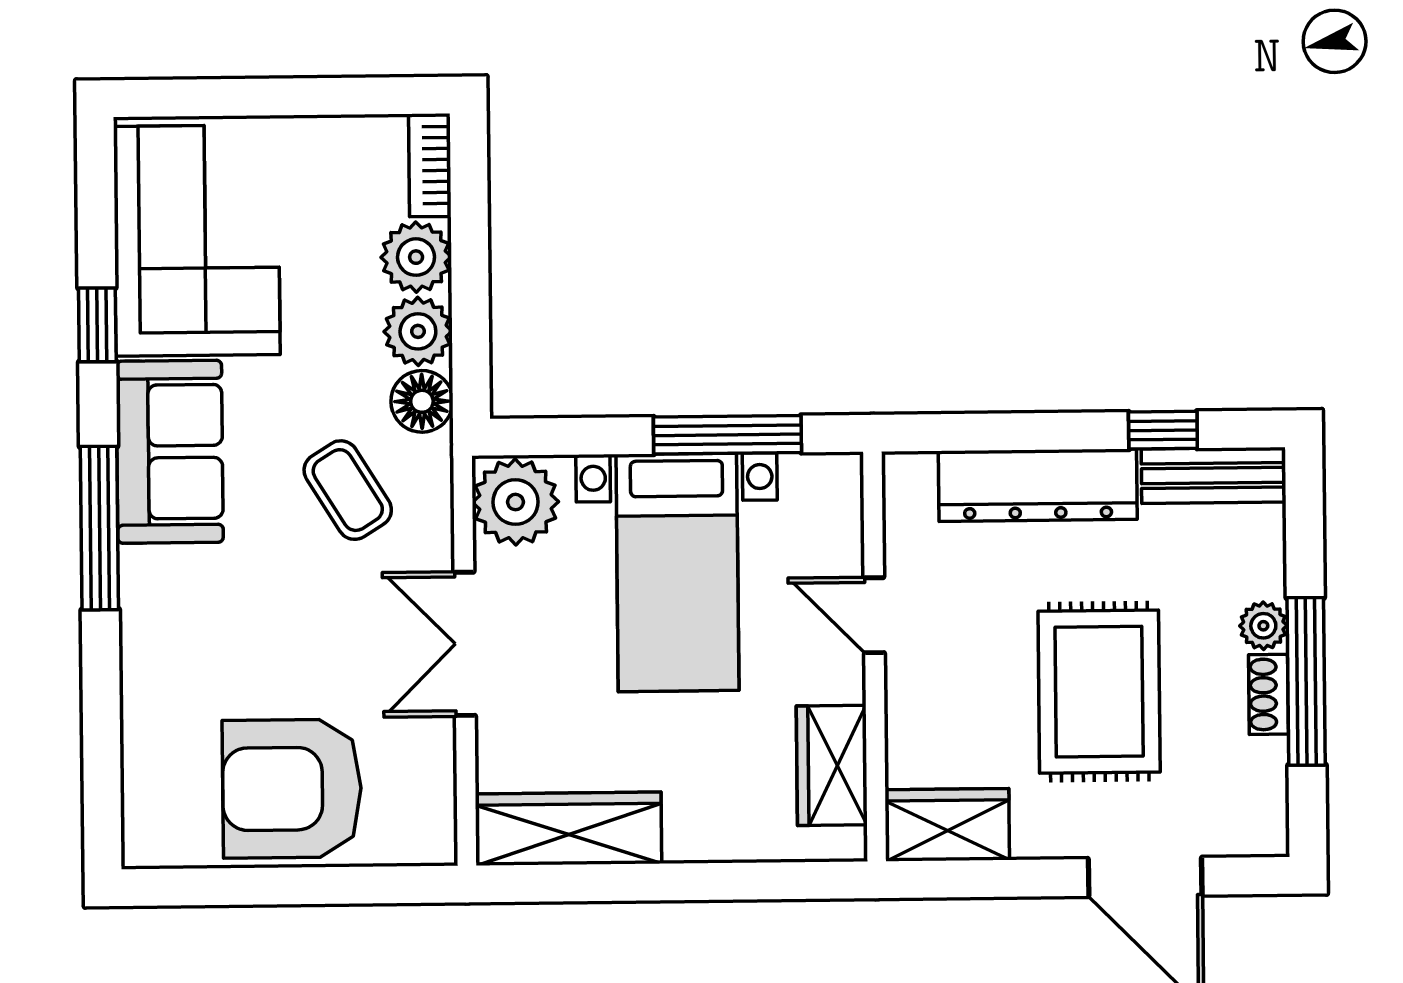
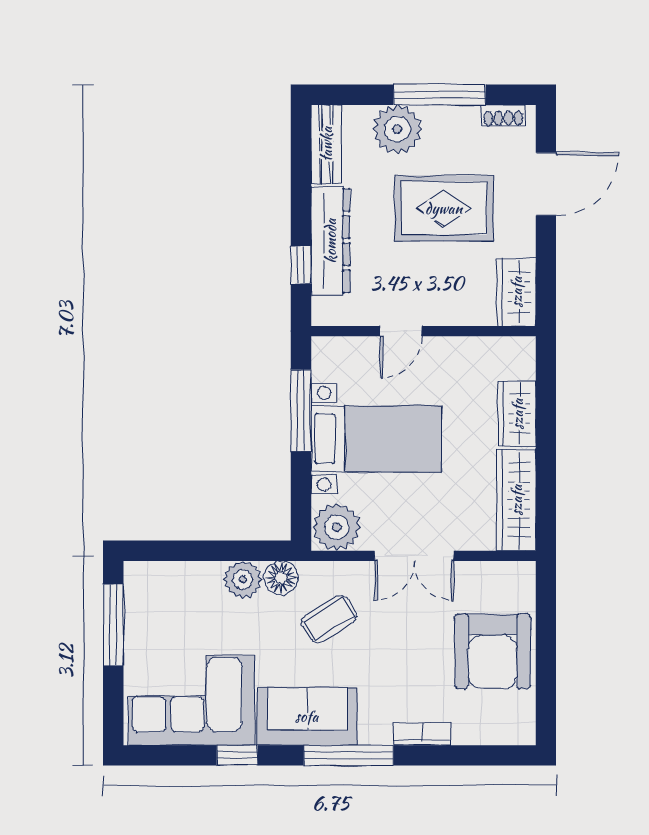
window: (333, 96) -> (113, 625), added
bookcase: (430, 165) -> (422, 734), moved, turned 180
plant: (416, 257) -> (202, 580), removed
window: (1163, 430) -> (301, 265), moved
plant: (1263, 626) -> (397, 129), width x1.87, depth x1.87
shoe rack: (1268, 694) -> (503, 115), moved
wardrobe: (832, 765) -> (517, 414), moved, turned 90

